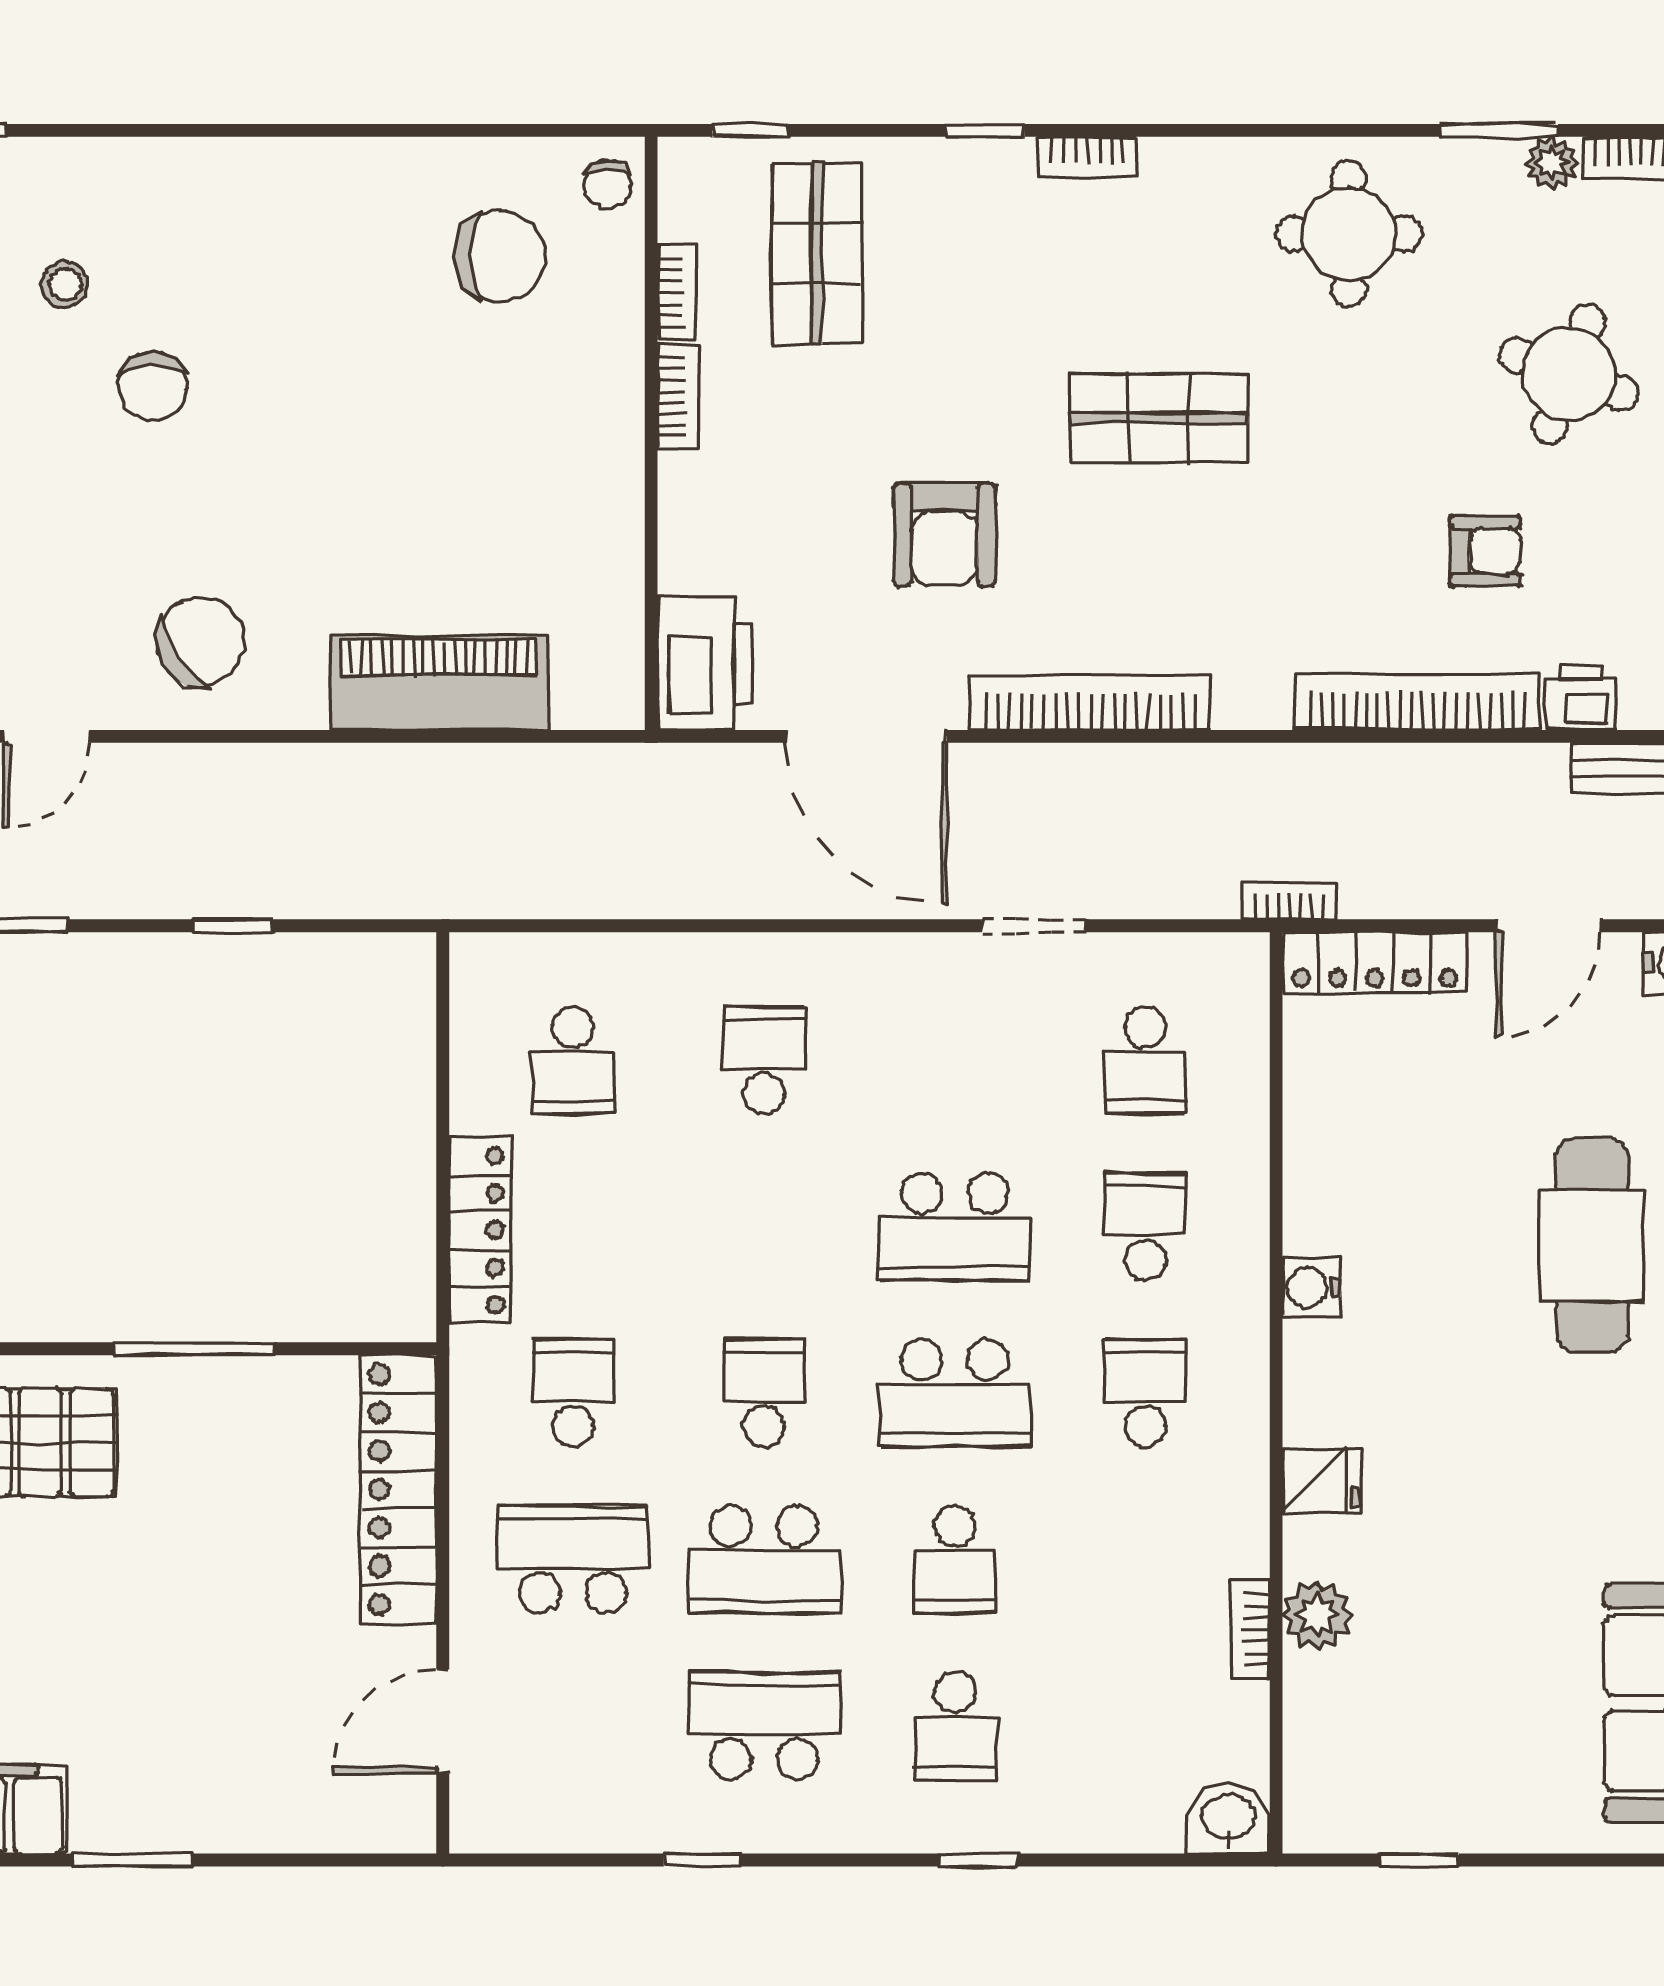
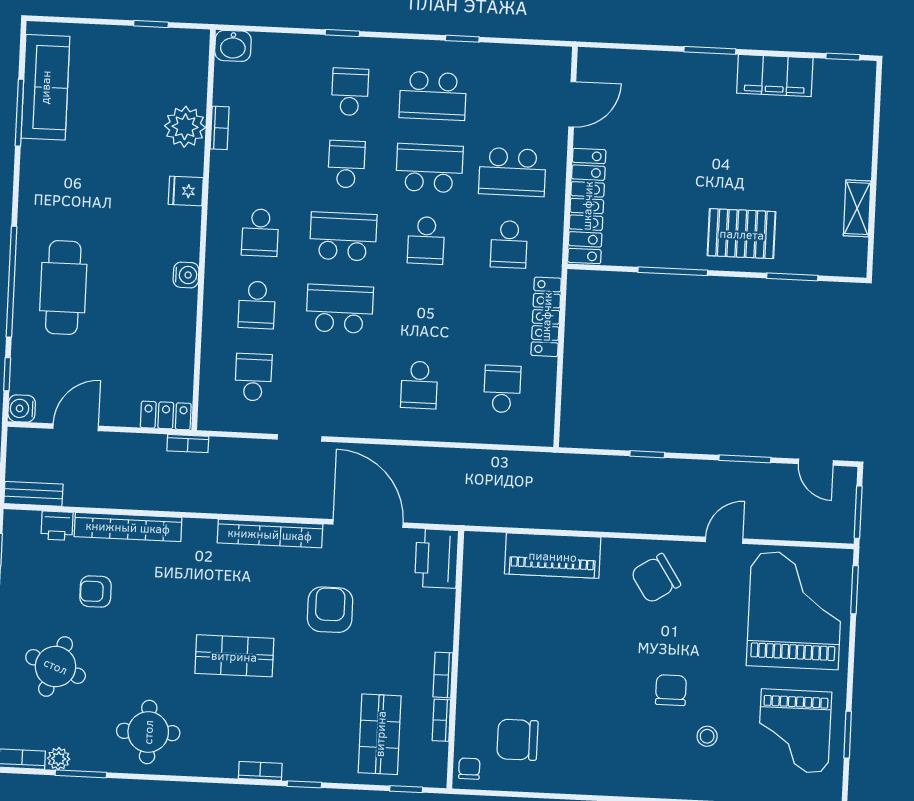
locker: (1375, 963) -> (166, 415), width x0.66
plant: (1317, 1615) -> (185, 127), width x1.36, depth x1.36

